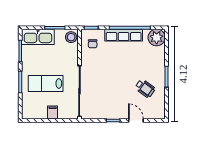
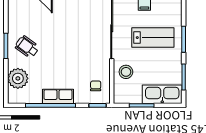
row of seats: (124, 35) -> (58, 96), width x0.68
stool: (71, 37) -> (126, 72), moved
plant: (157, 38) -> (18, 78), moved
wheelchair: (145, 88) -> (27, 47), moved

